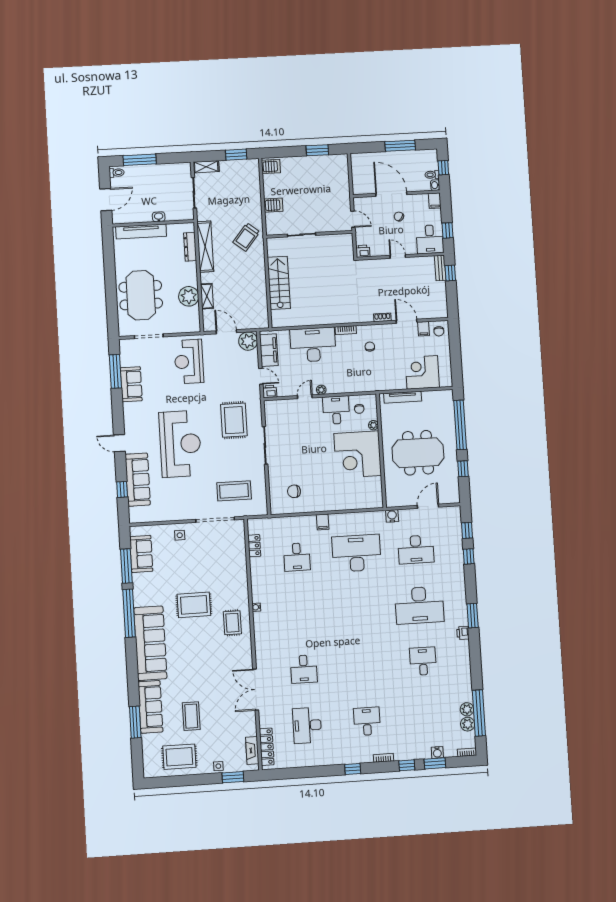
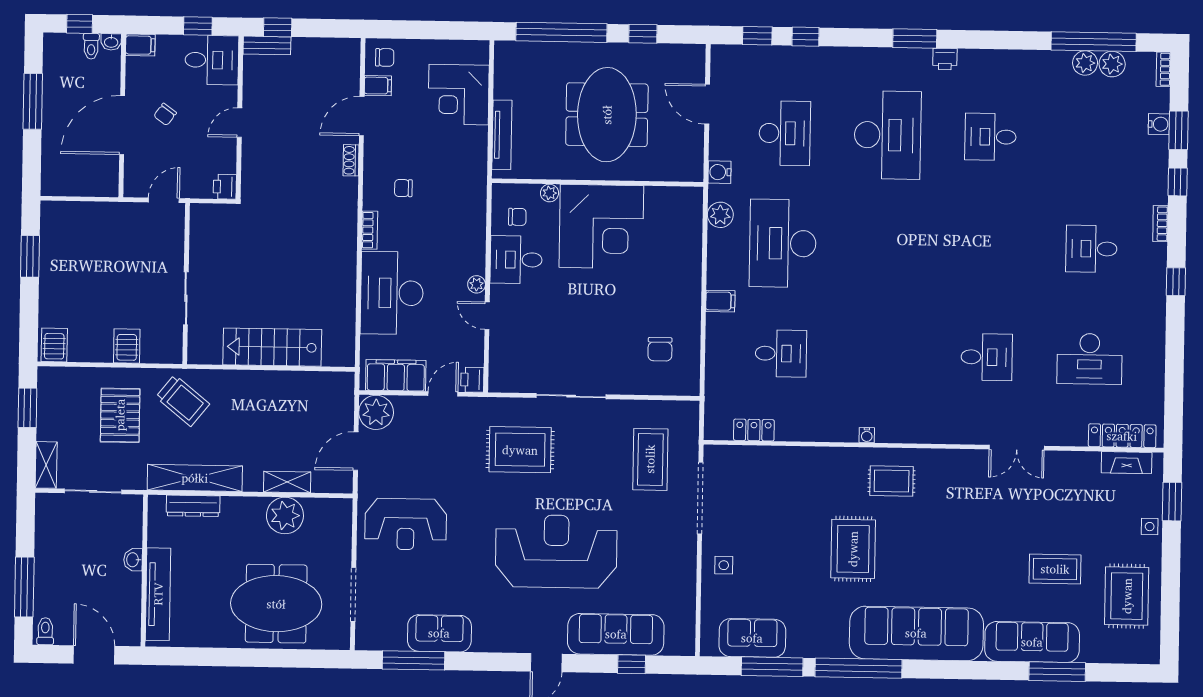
pallet: (236, 204) -> (120, 415), added
plant: (369, 518) -> (720, 215), added
double door: (256, 690) -> (1017, 448), width x0.73

